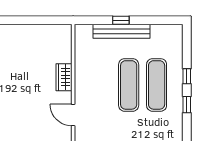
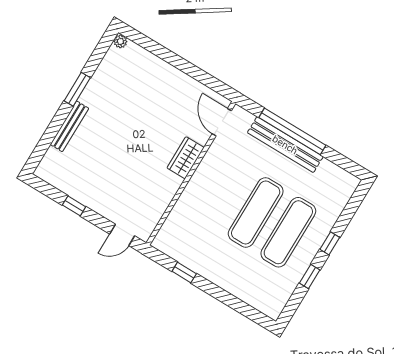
window: (121, 20) -> (292, 131), width x3.17
door: (73, 115) -> (222, 122), moved

